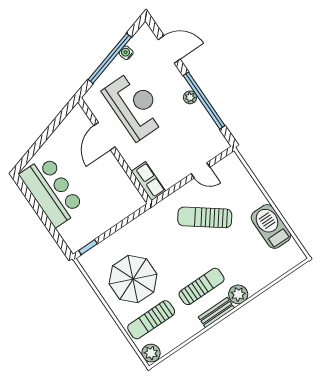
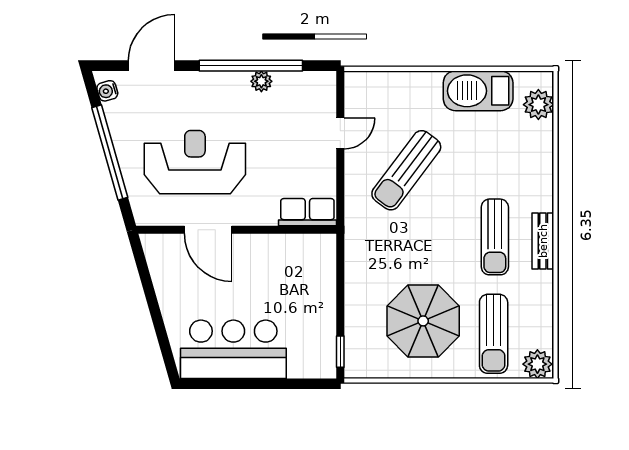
water cooler: (126, 53) -> (107, 91), moved
plant: (190, 97) -> (261, 81), moved
sun lounger: (202, 286) -> (495, 237), turned 180
plant: (238, 294) -> (538, 105), moved

